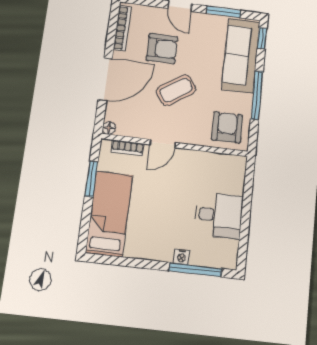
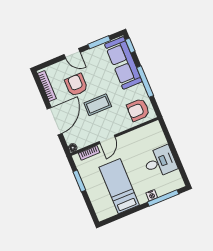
armchair: (162, 48) -> (76, 85), turned -90
coffee table: (176, 90) -> (98, 105), turned 34
armchair: (227, 127) -> (138, 110), turned -90
bed: (109, 214) -> (119, 186), moved

